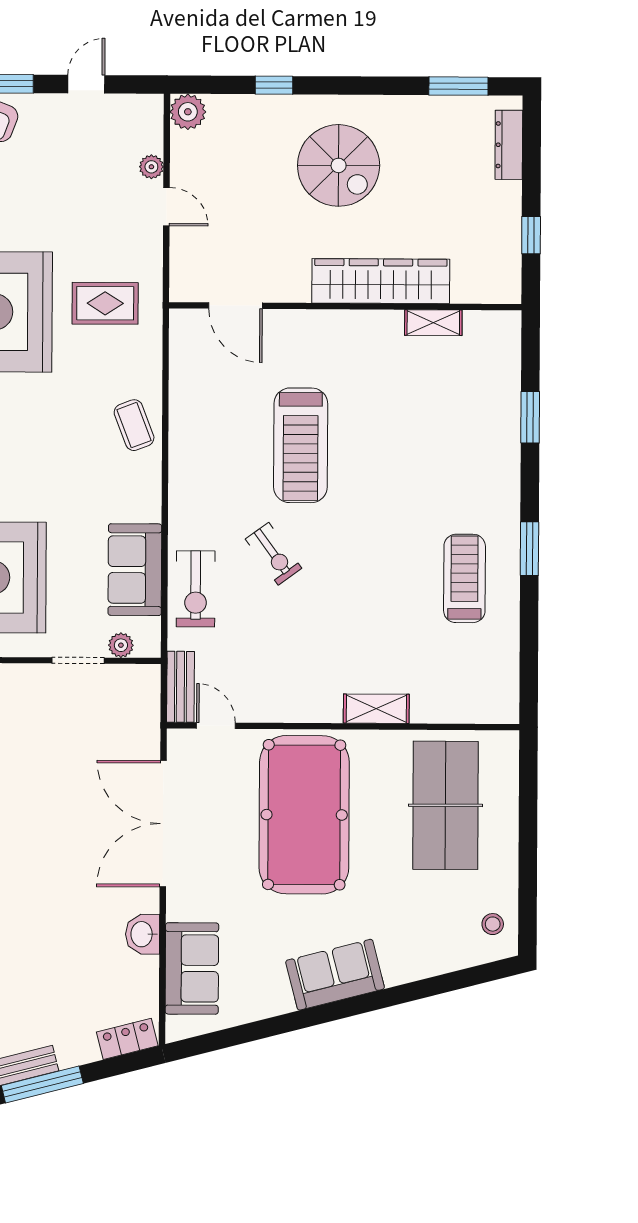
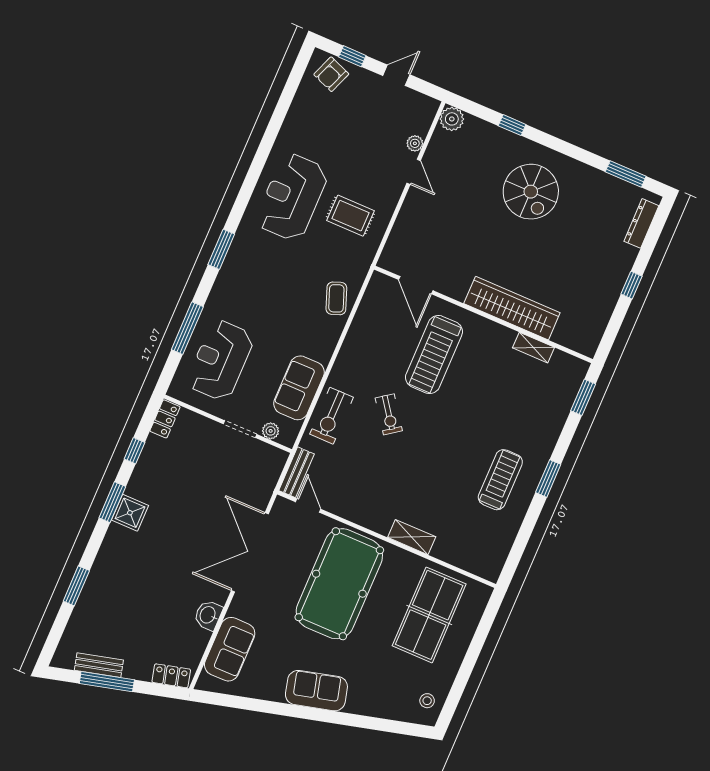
wardrobe: (381, 281) -> (512, 308), moved
door: (236, 306) -> (416, 285), moved
wall: (345, 306) -> (483, 314), moved
shelving: (433, 323) -> (533, 348), moved

